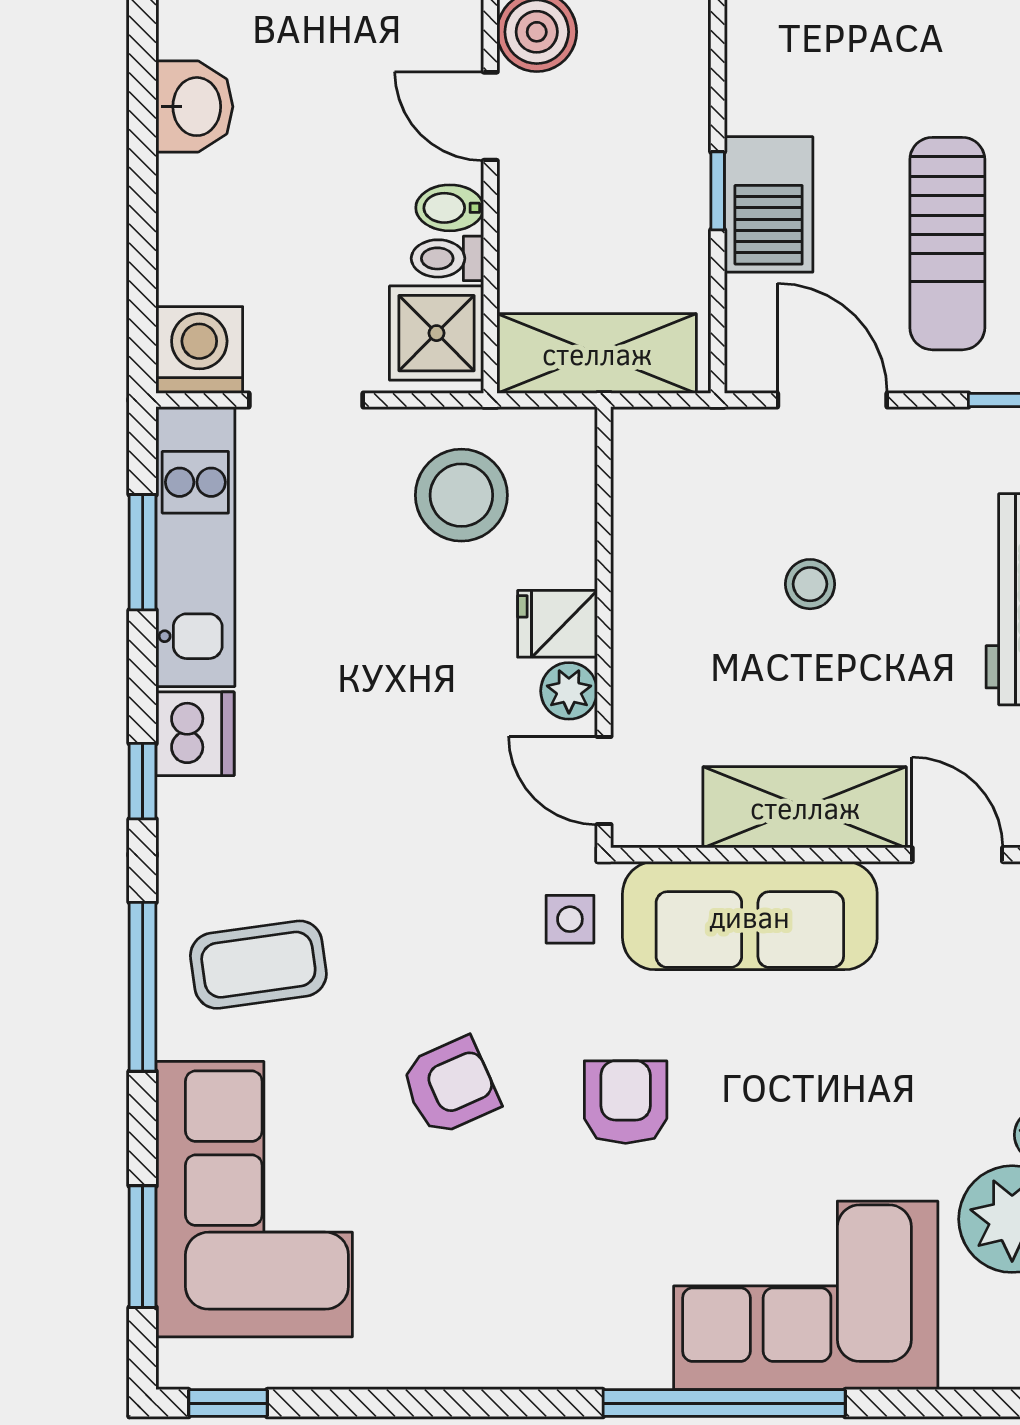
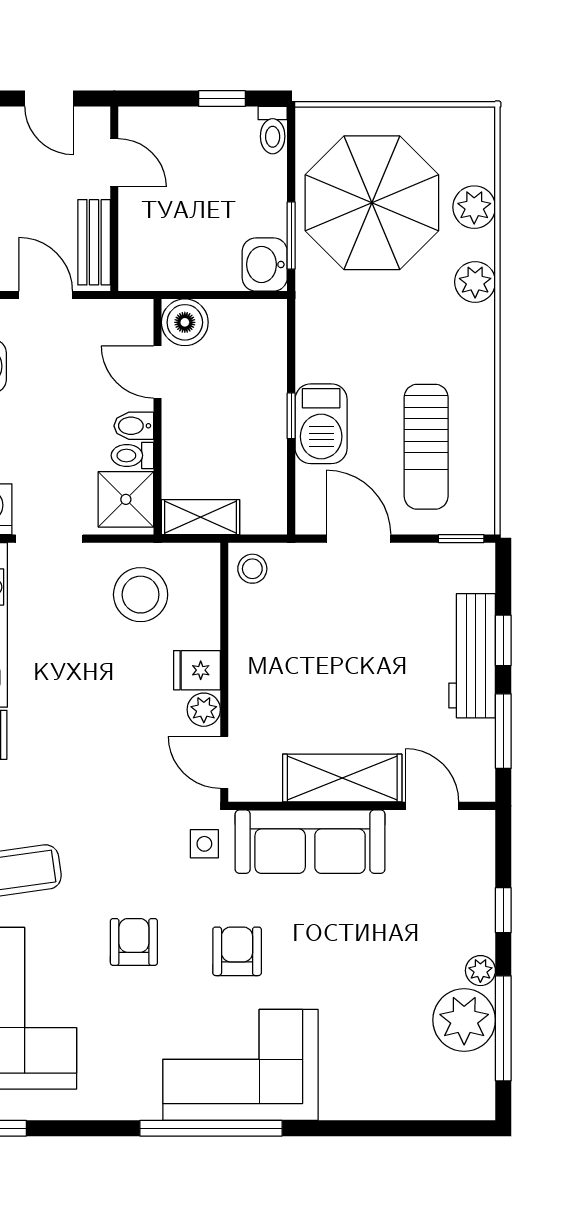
shelving: (597, 353) -> (200, 517), width x0.67, depth x0.75
stool: (810, 584) -> (252, 569), moved
armchair: (450, 1086) -> (134, 942), turned -66
corner sofa: (806, 1295) -> (240, 1065), moved
window: (724, 1403) -> (211, 1128), moved

